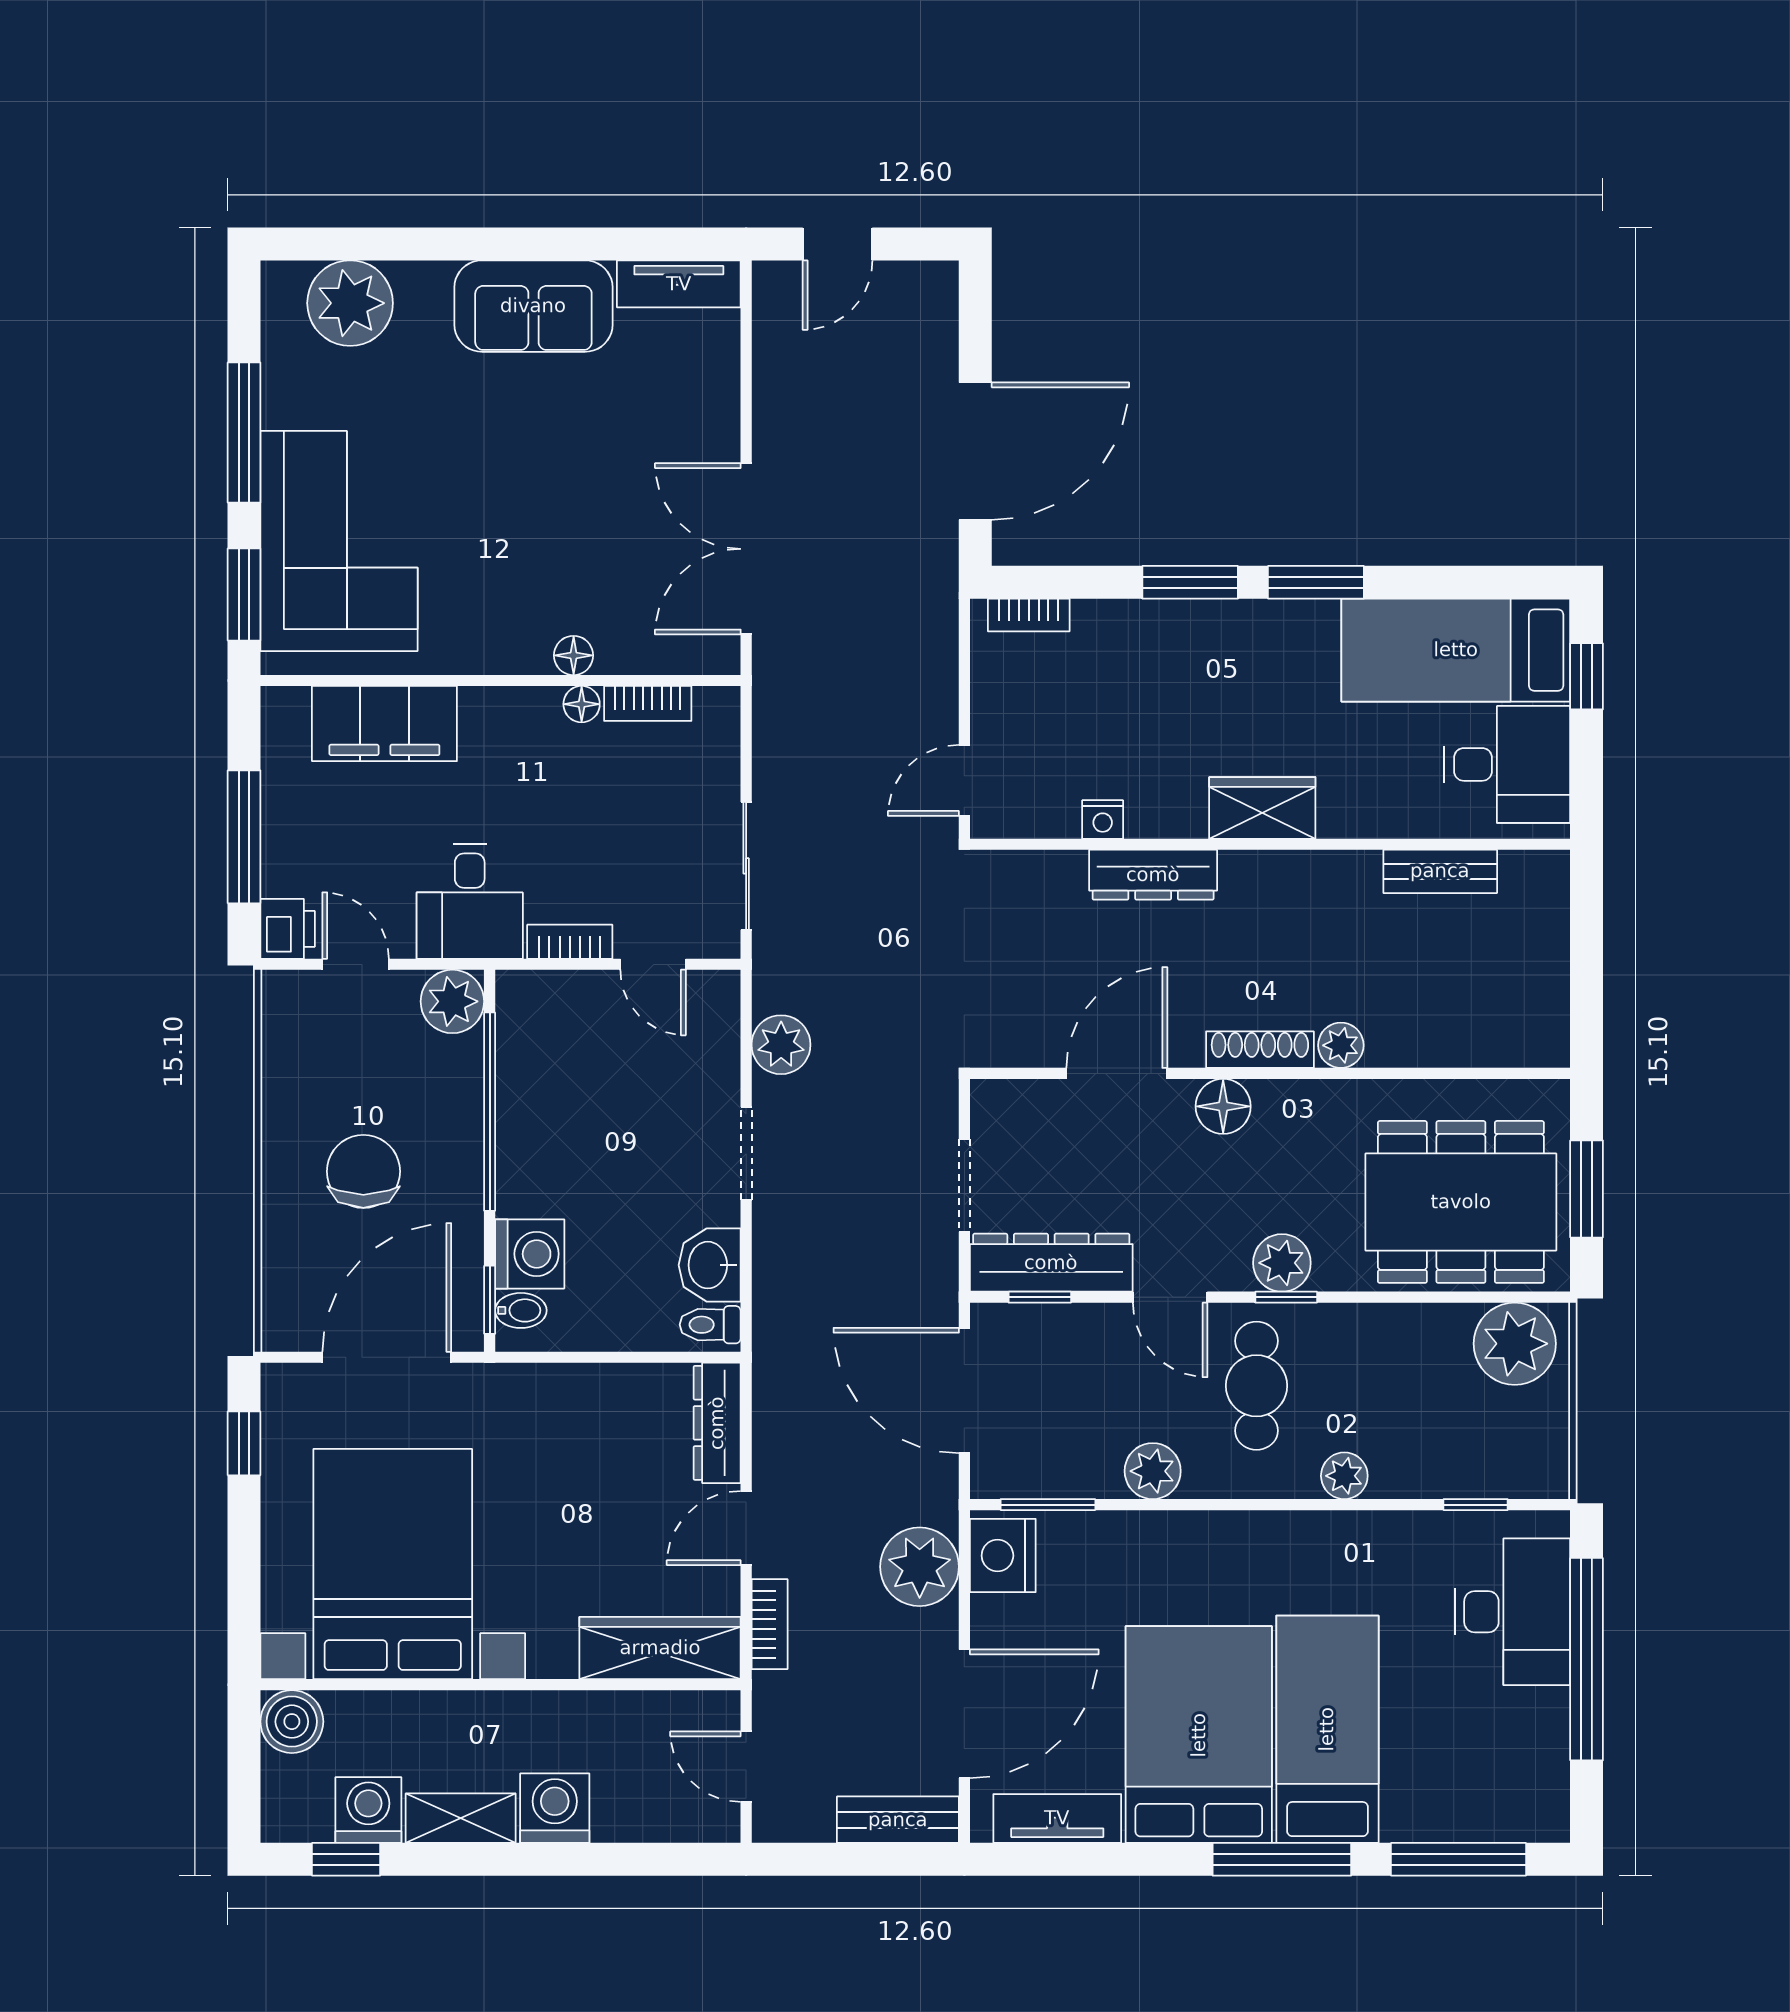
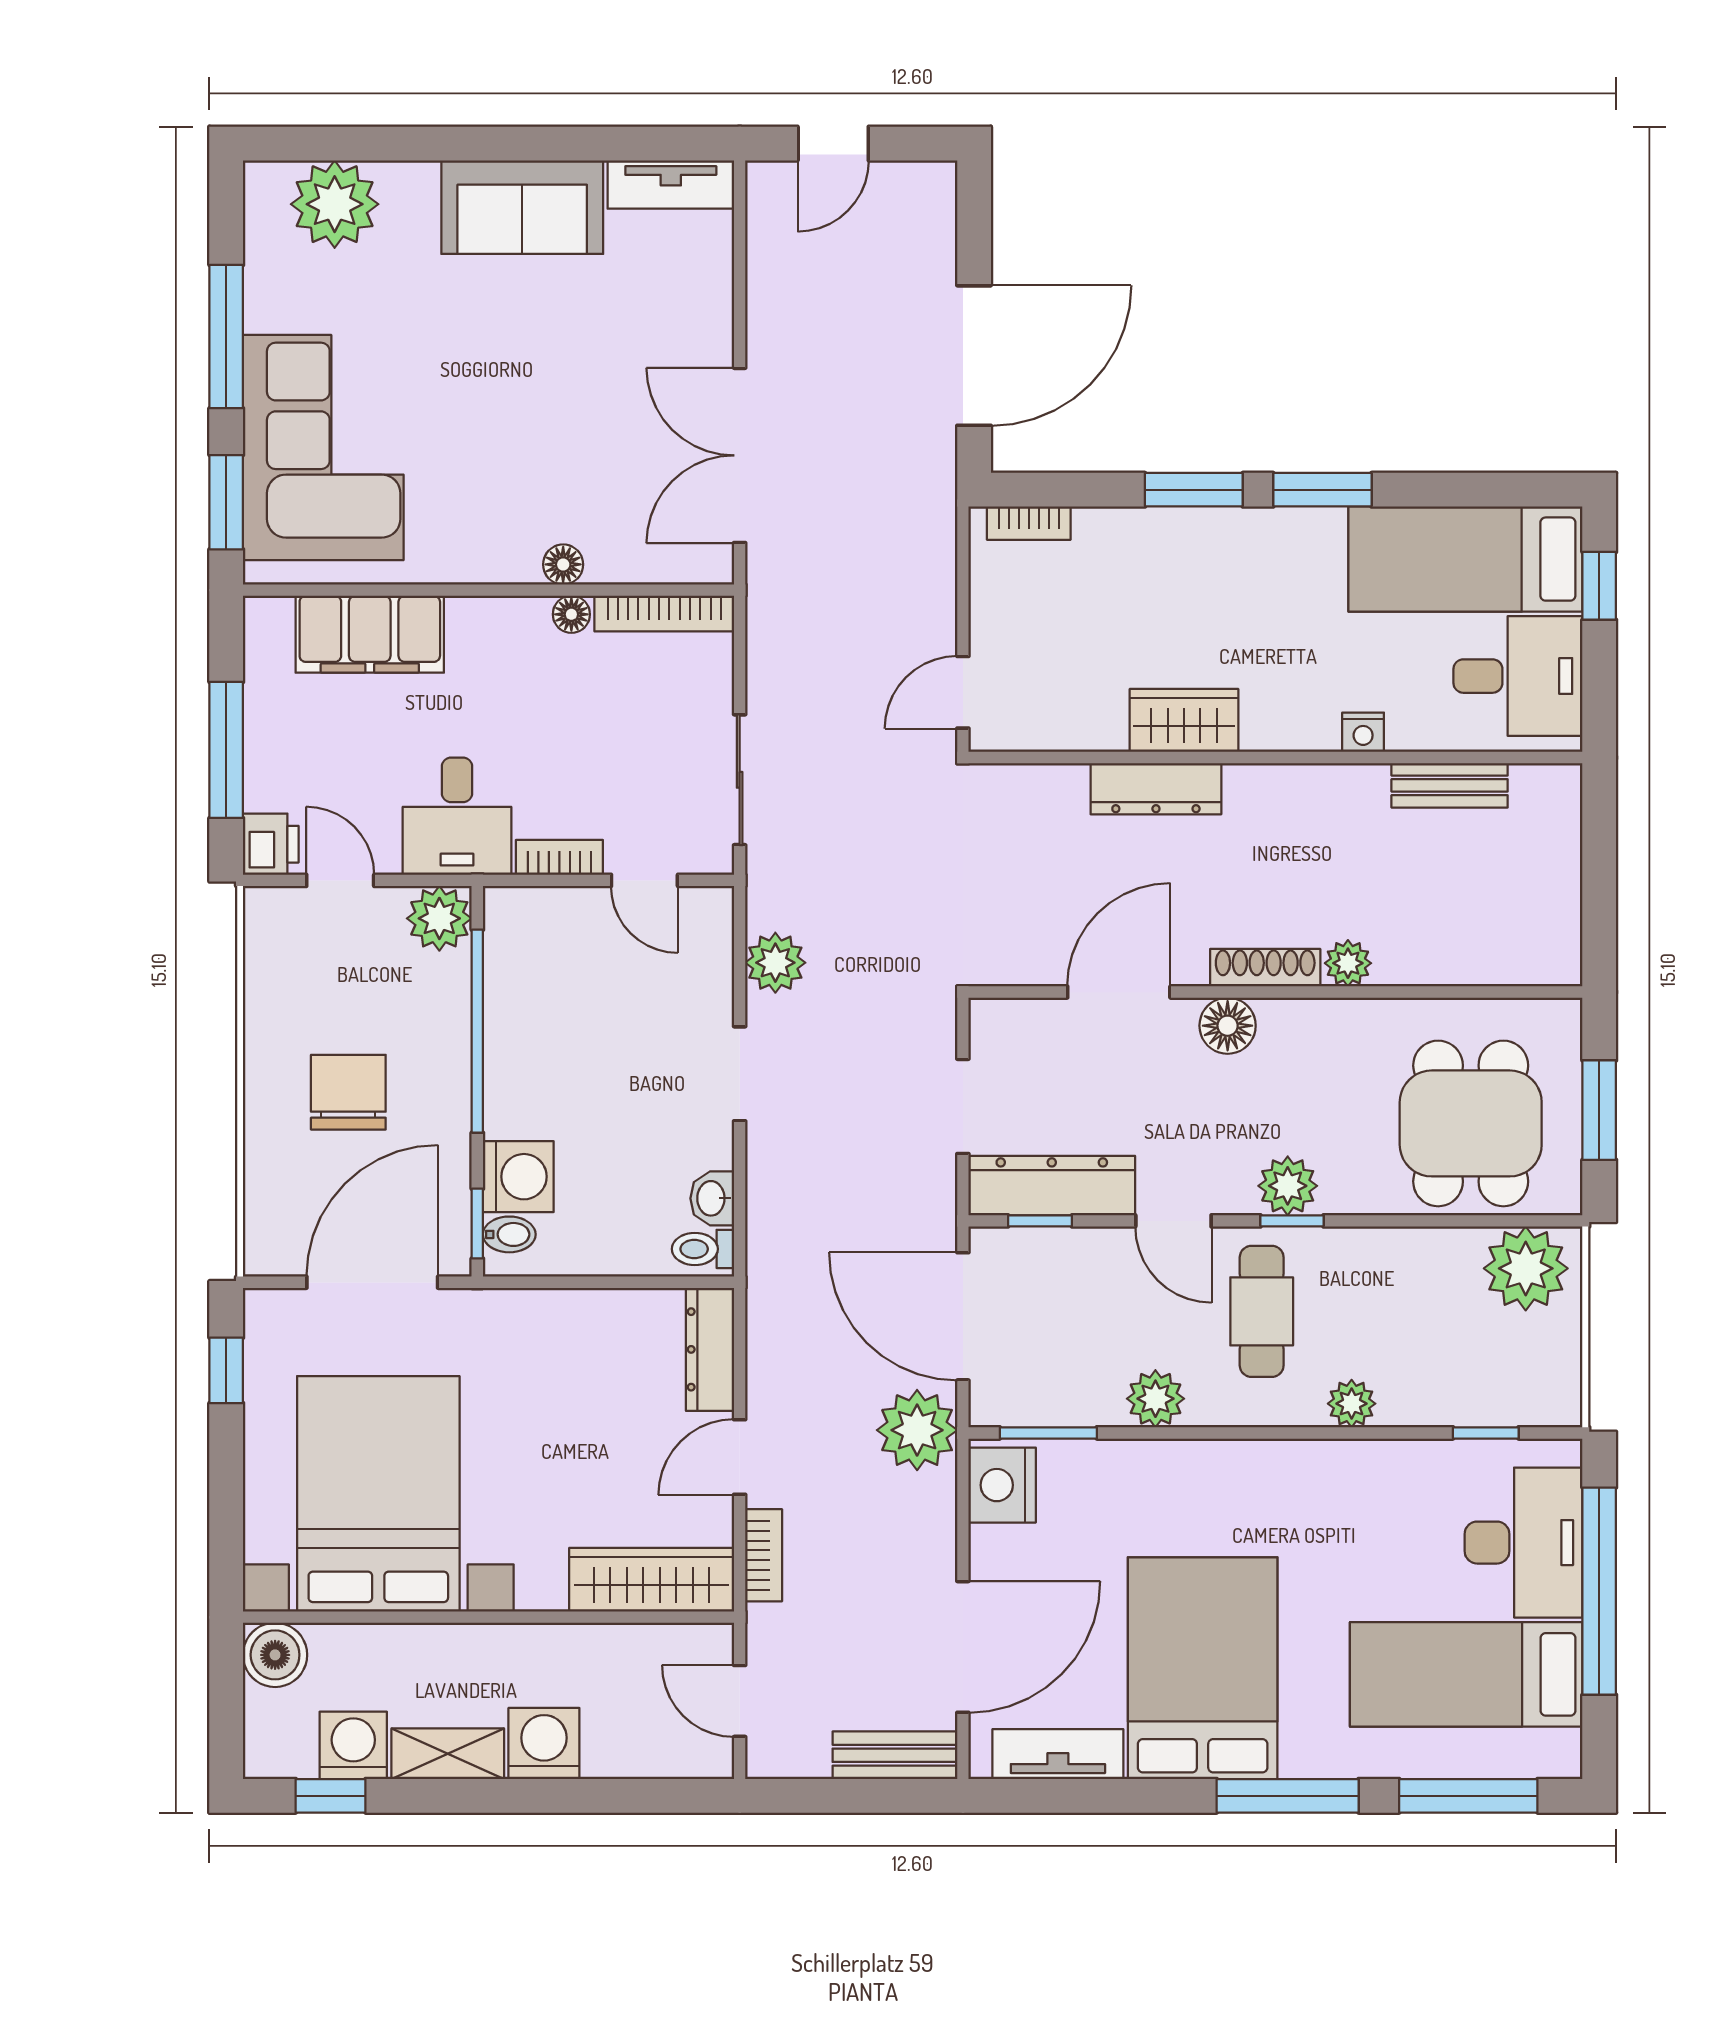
bookcase: (648, 703) -> (664, 614), width x1.56
wardrobe: (1262, 808) -> (1184, 720), moved
nightstand: (1103, 819) -> (1363, 732), moved
dining table: (1461, 1202) -> (1471, 1123), width x0.73
washbasin: (710, 1265) -> (712, 1198), width x0.72, depth x0.69
plant: (920, 1567) -> (917, 1430), moved
bed: (1327, 1729) -> (1466, 1674), moved, turned -90

